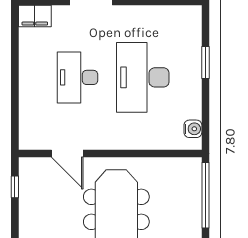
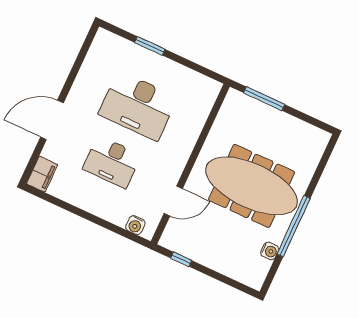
water cooler: (193, 129) -> (135, 225), moved, turned 180
window: (205, 195) -> (264, 99), width x0.68

